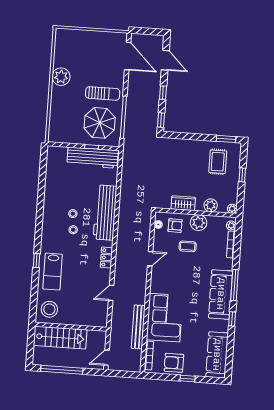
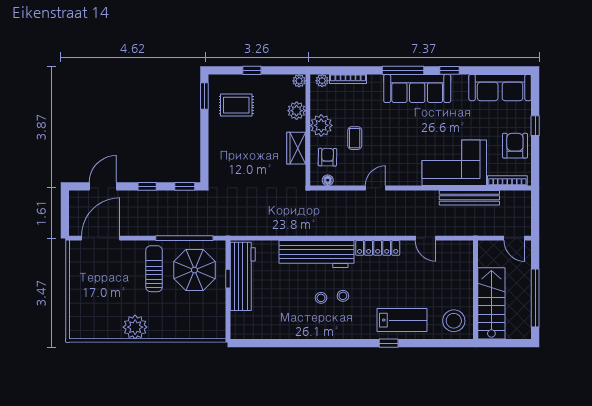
locker: (106, 257) -> (378, 248), width x1.53
door: (150, 259) -> (375, 188), hinge flipped
armchair: (174, 363) -> (515, 146), turned 180

